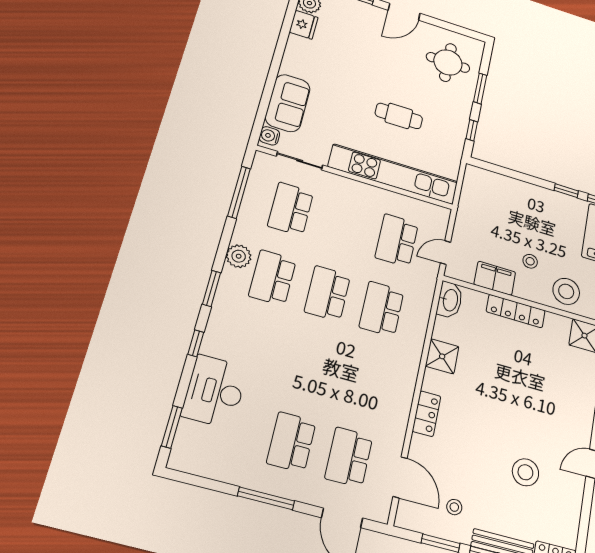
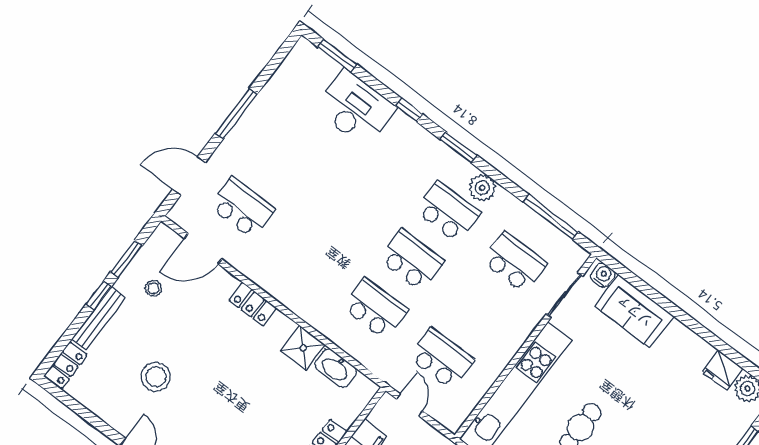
washbasin: (450, 300) -> (336, 368), moved
school desk: (291, 442) -> (279, 160), removed

